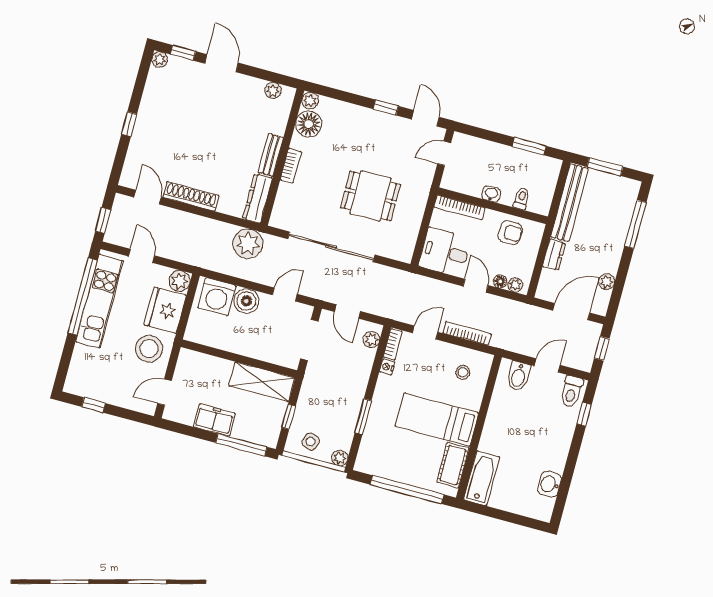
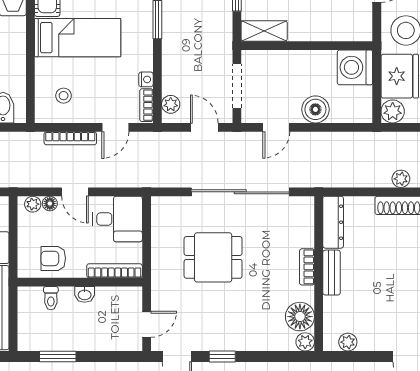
plant: (248, 244) -> (401, 179), moved, width x0.53, depth x0.53
washing machine: (217, 297) -> (355, 67), moved, turned -90
shelving: (262, 382) -> (264, 31), width x0.67, depth x0.75

